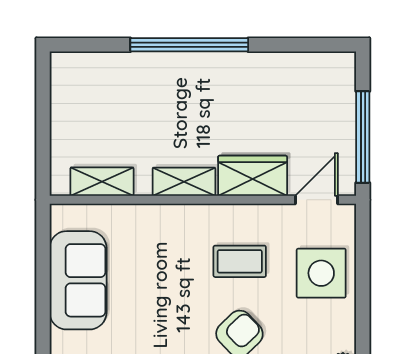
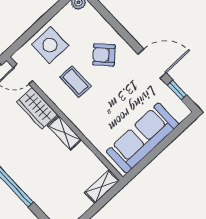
shelving: (102, 182) -> (102, 186), moved, turned 90
sofa: (78, 280) -> (142, 138), width x1.36

